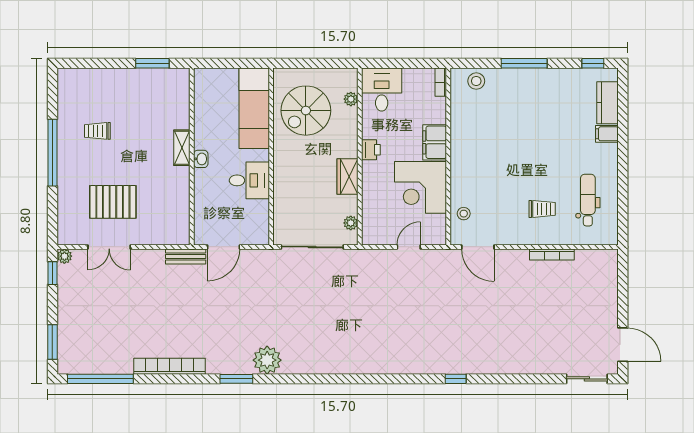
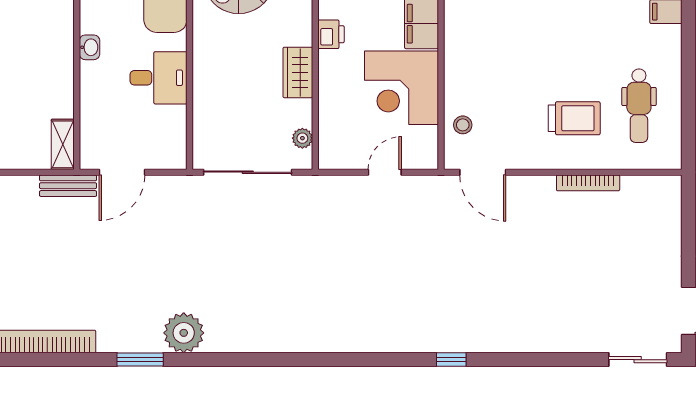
shelving: (182, 148) -> (63, 144), moved
dental chair: (588, 200) -> (639, 106), turned 180
trolley: (542, 209) -> (574, 118), width x1.36, depth x1.39

